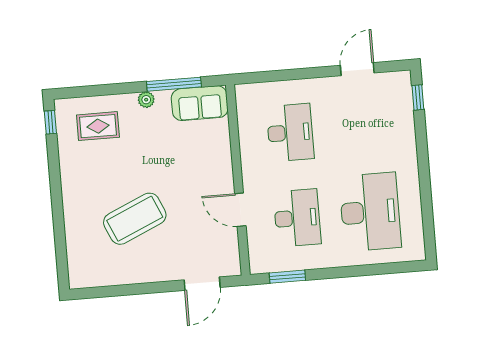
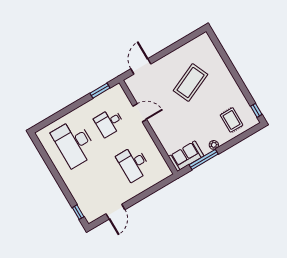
rug: (98, 126) -> (232, 120), turned 90
desk: (297, 218) -> (109, 122), width x0.73

